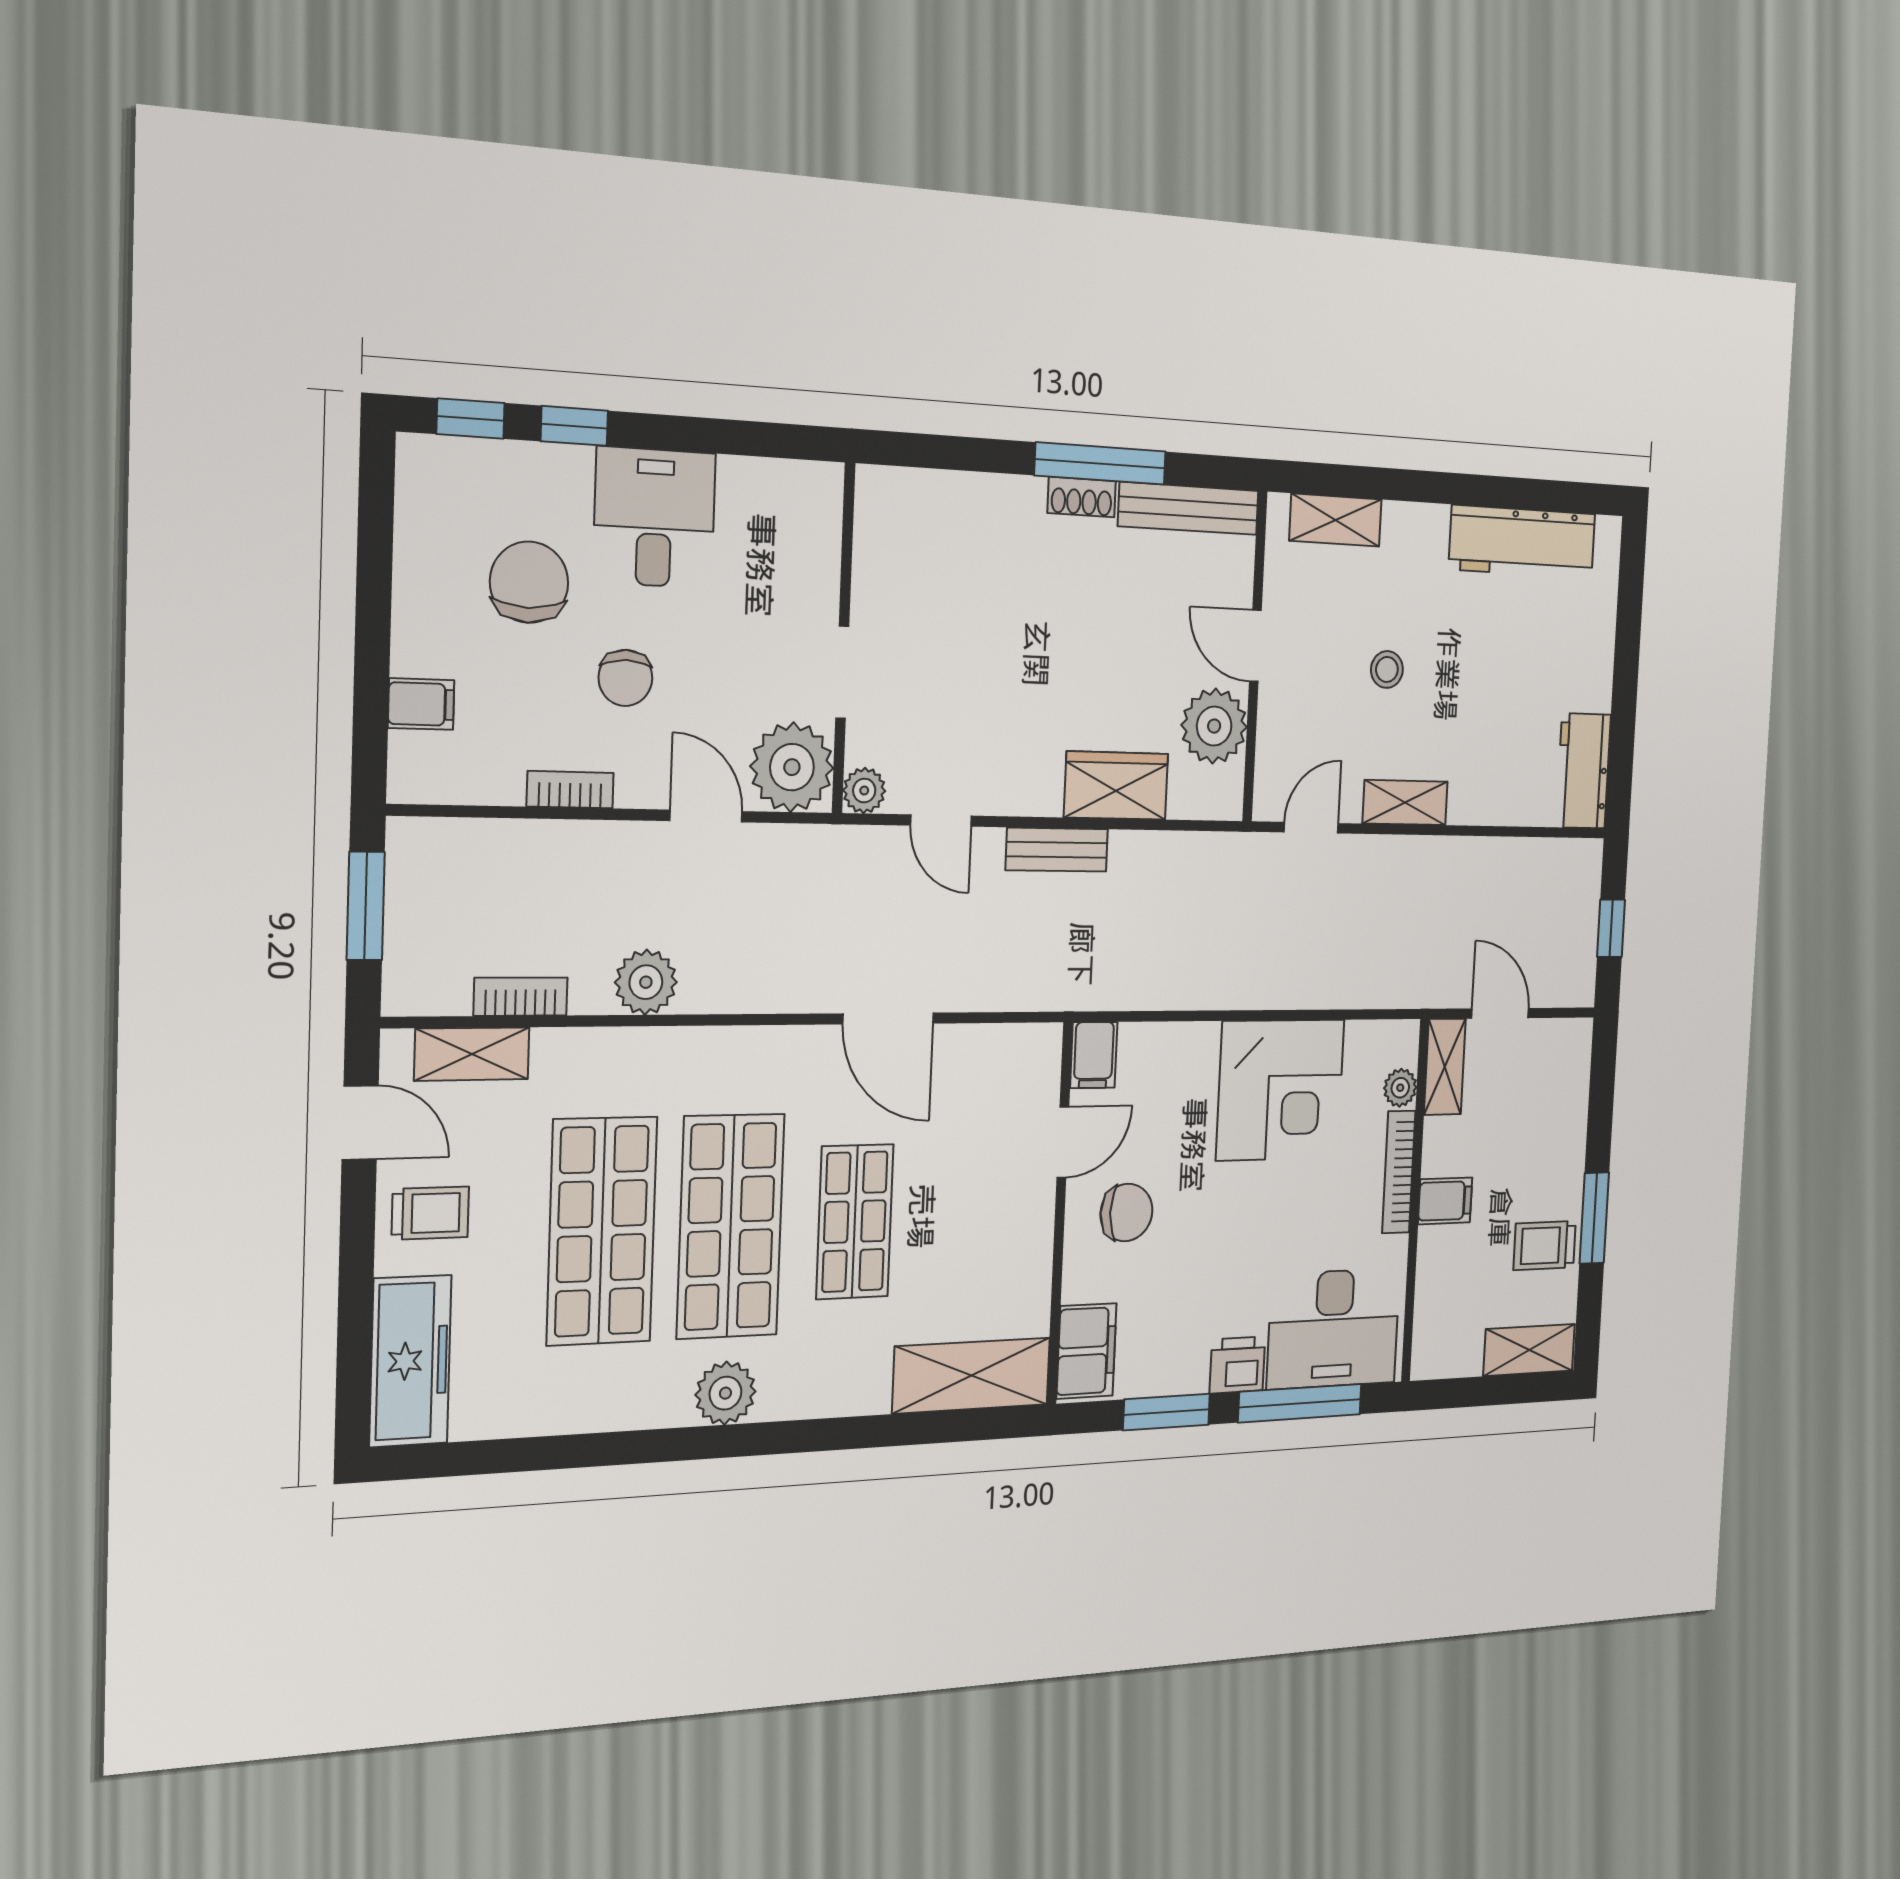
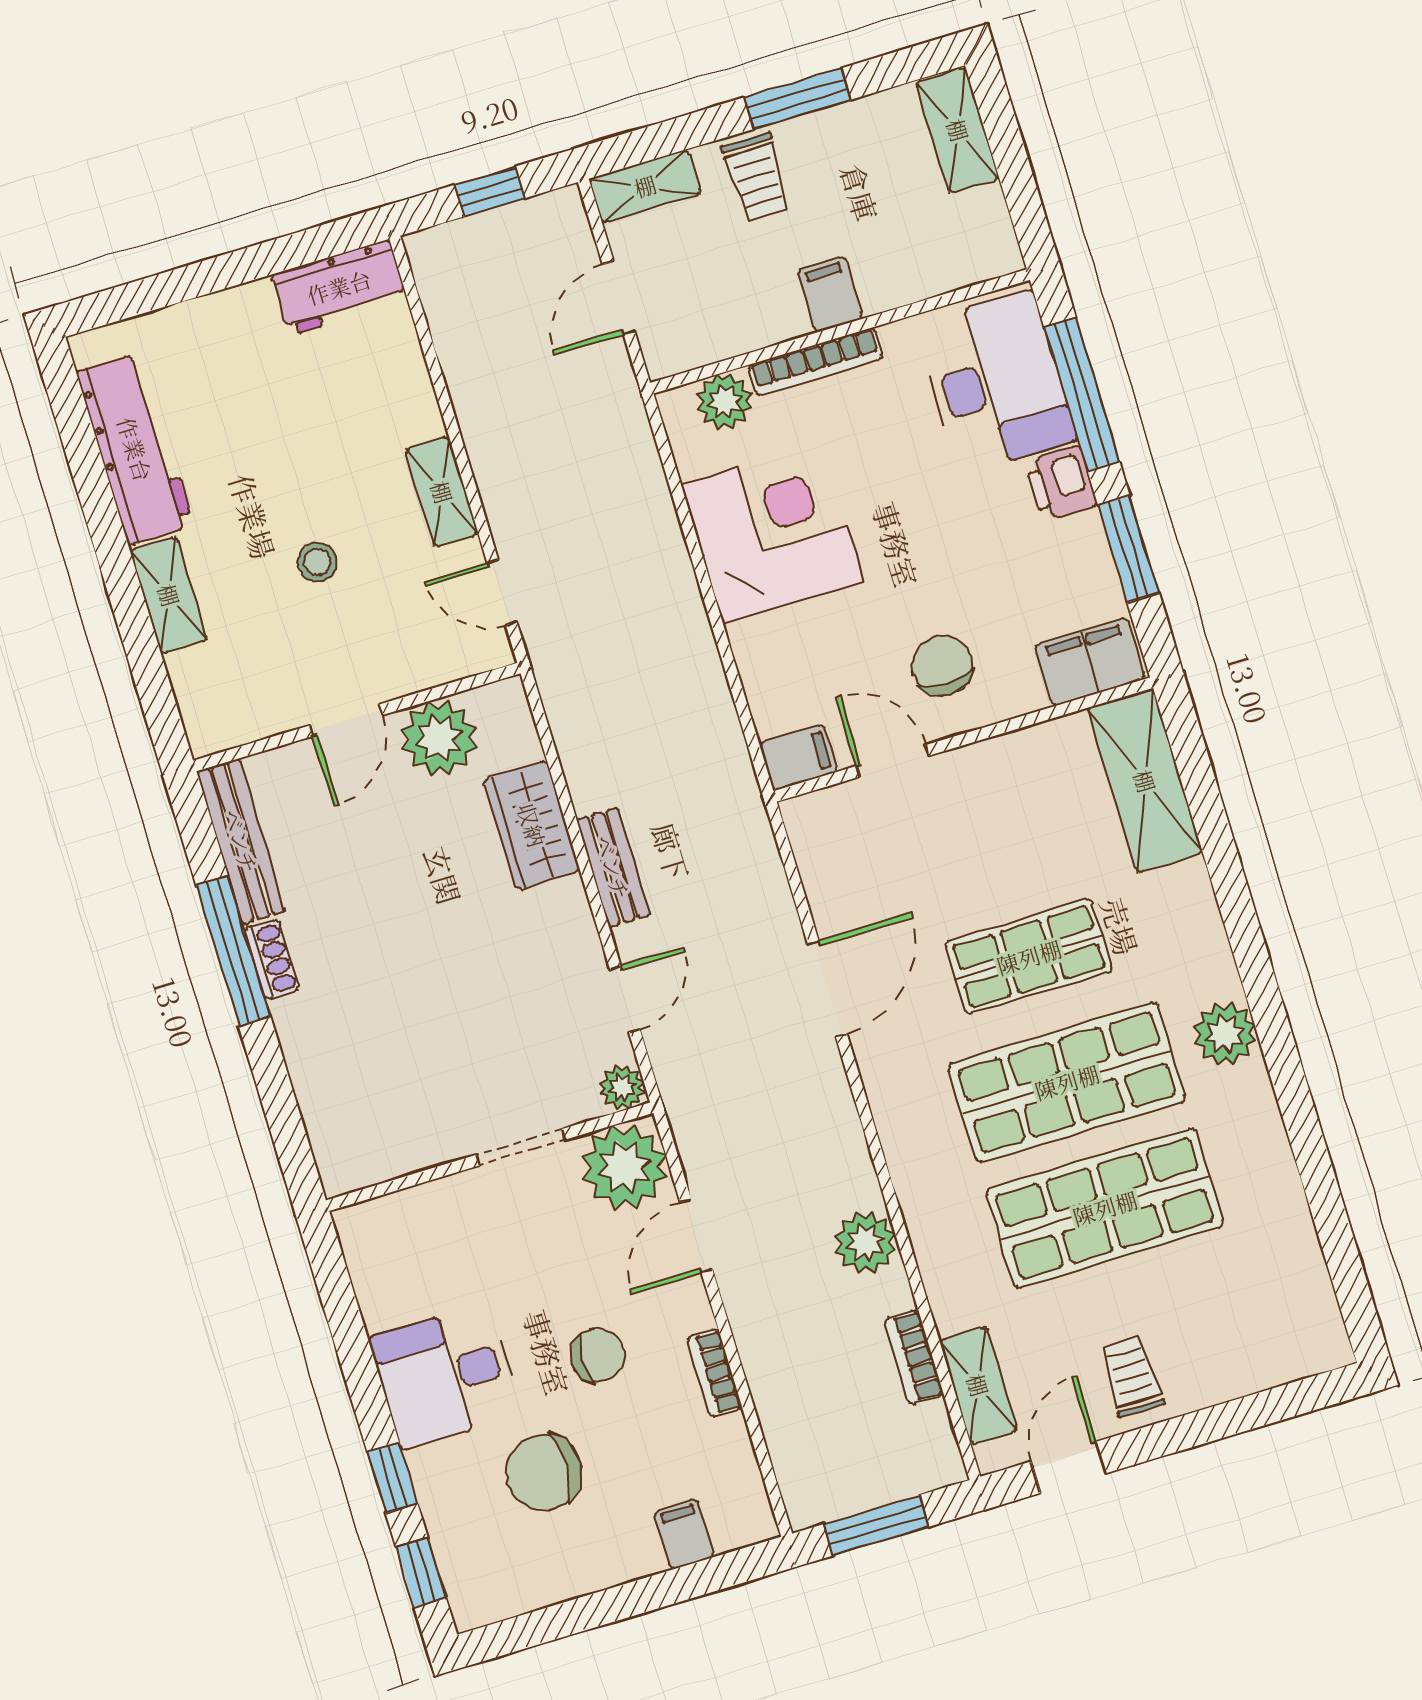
shelving: (1335, 520) -> (169, 595), moved
shelving: (1445, 1067) -> (645, 186), moved
plant: (1400, 1088) -> (725, 401), width x1.38, depth x1.38
trolley: (1545, 1246) -> (757, 177), moved
freezer: (410, 1361) -> (1270, 1351), removed

